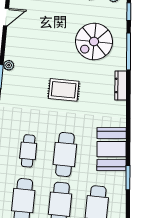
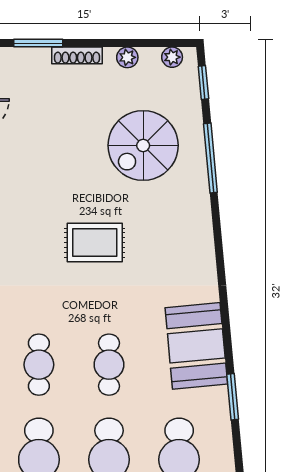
dresser: (121, 86) -> (202, 224), removed
cafe table: (65, 154) -> (109, 365), width x0.73, depth x0.74

